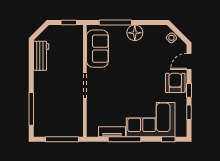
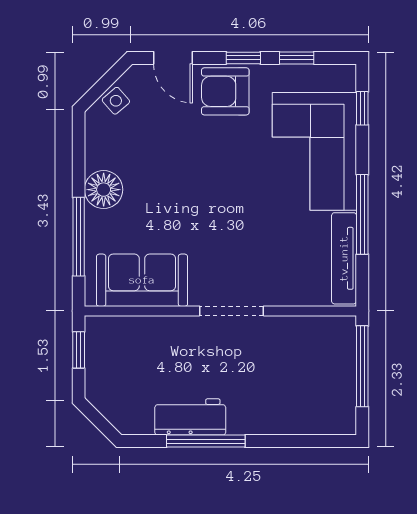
workbench: (41, 56) -> (190, 417), moved
window: (31, 109) -> (206, 441), moved
tv unit: (112, 132) -> (344, 258), width x1.41

